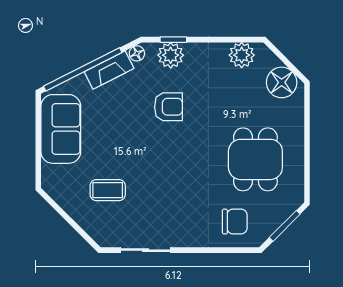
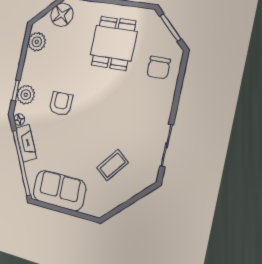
dining table: (255, 159) -> (113, 43), turned 90
coffee table: (108, 190) -> (112, 165), turned 38
chair: (235, 222) -> (159, 68), turned 180

